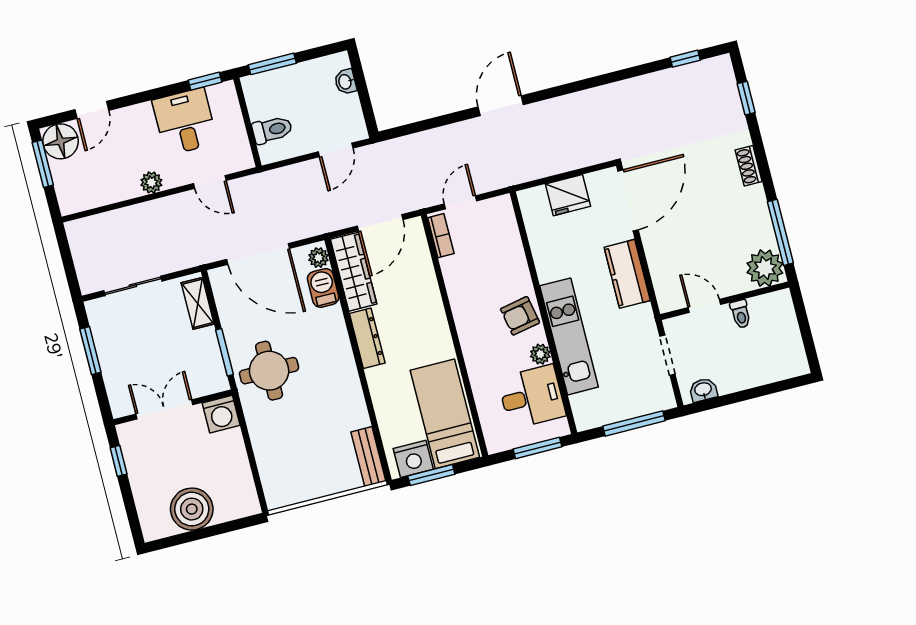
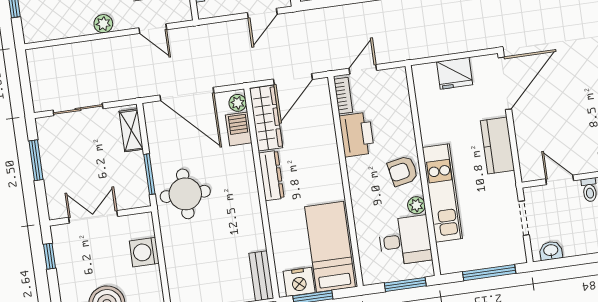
printer: (462, 279) -> (357, 135), added
washing machine: (221, 414) -> (144, 252), moved, turned 90

